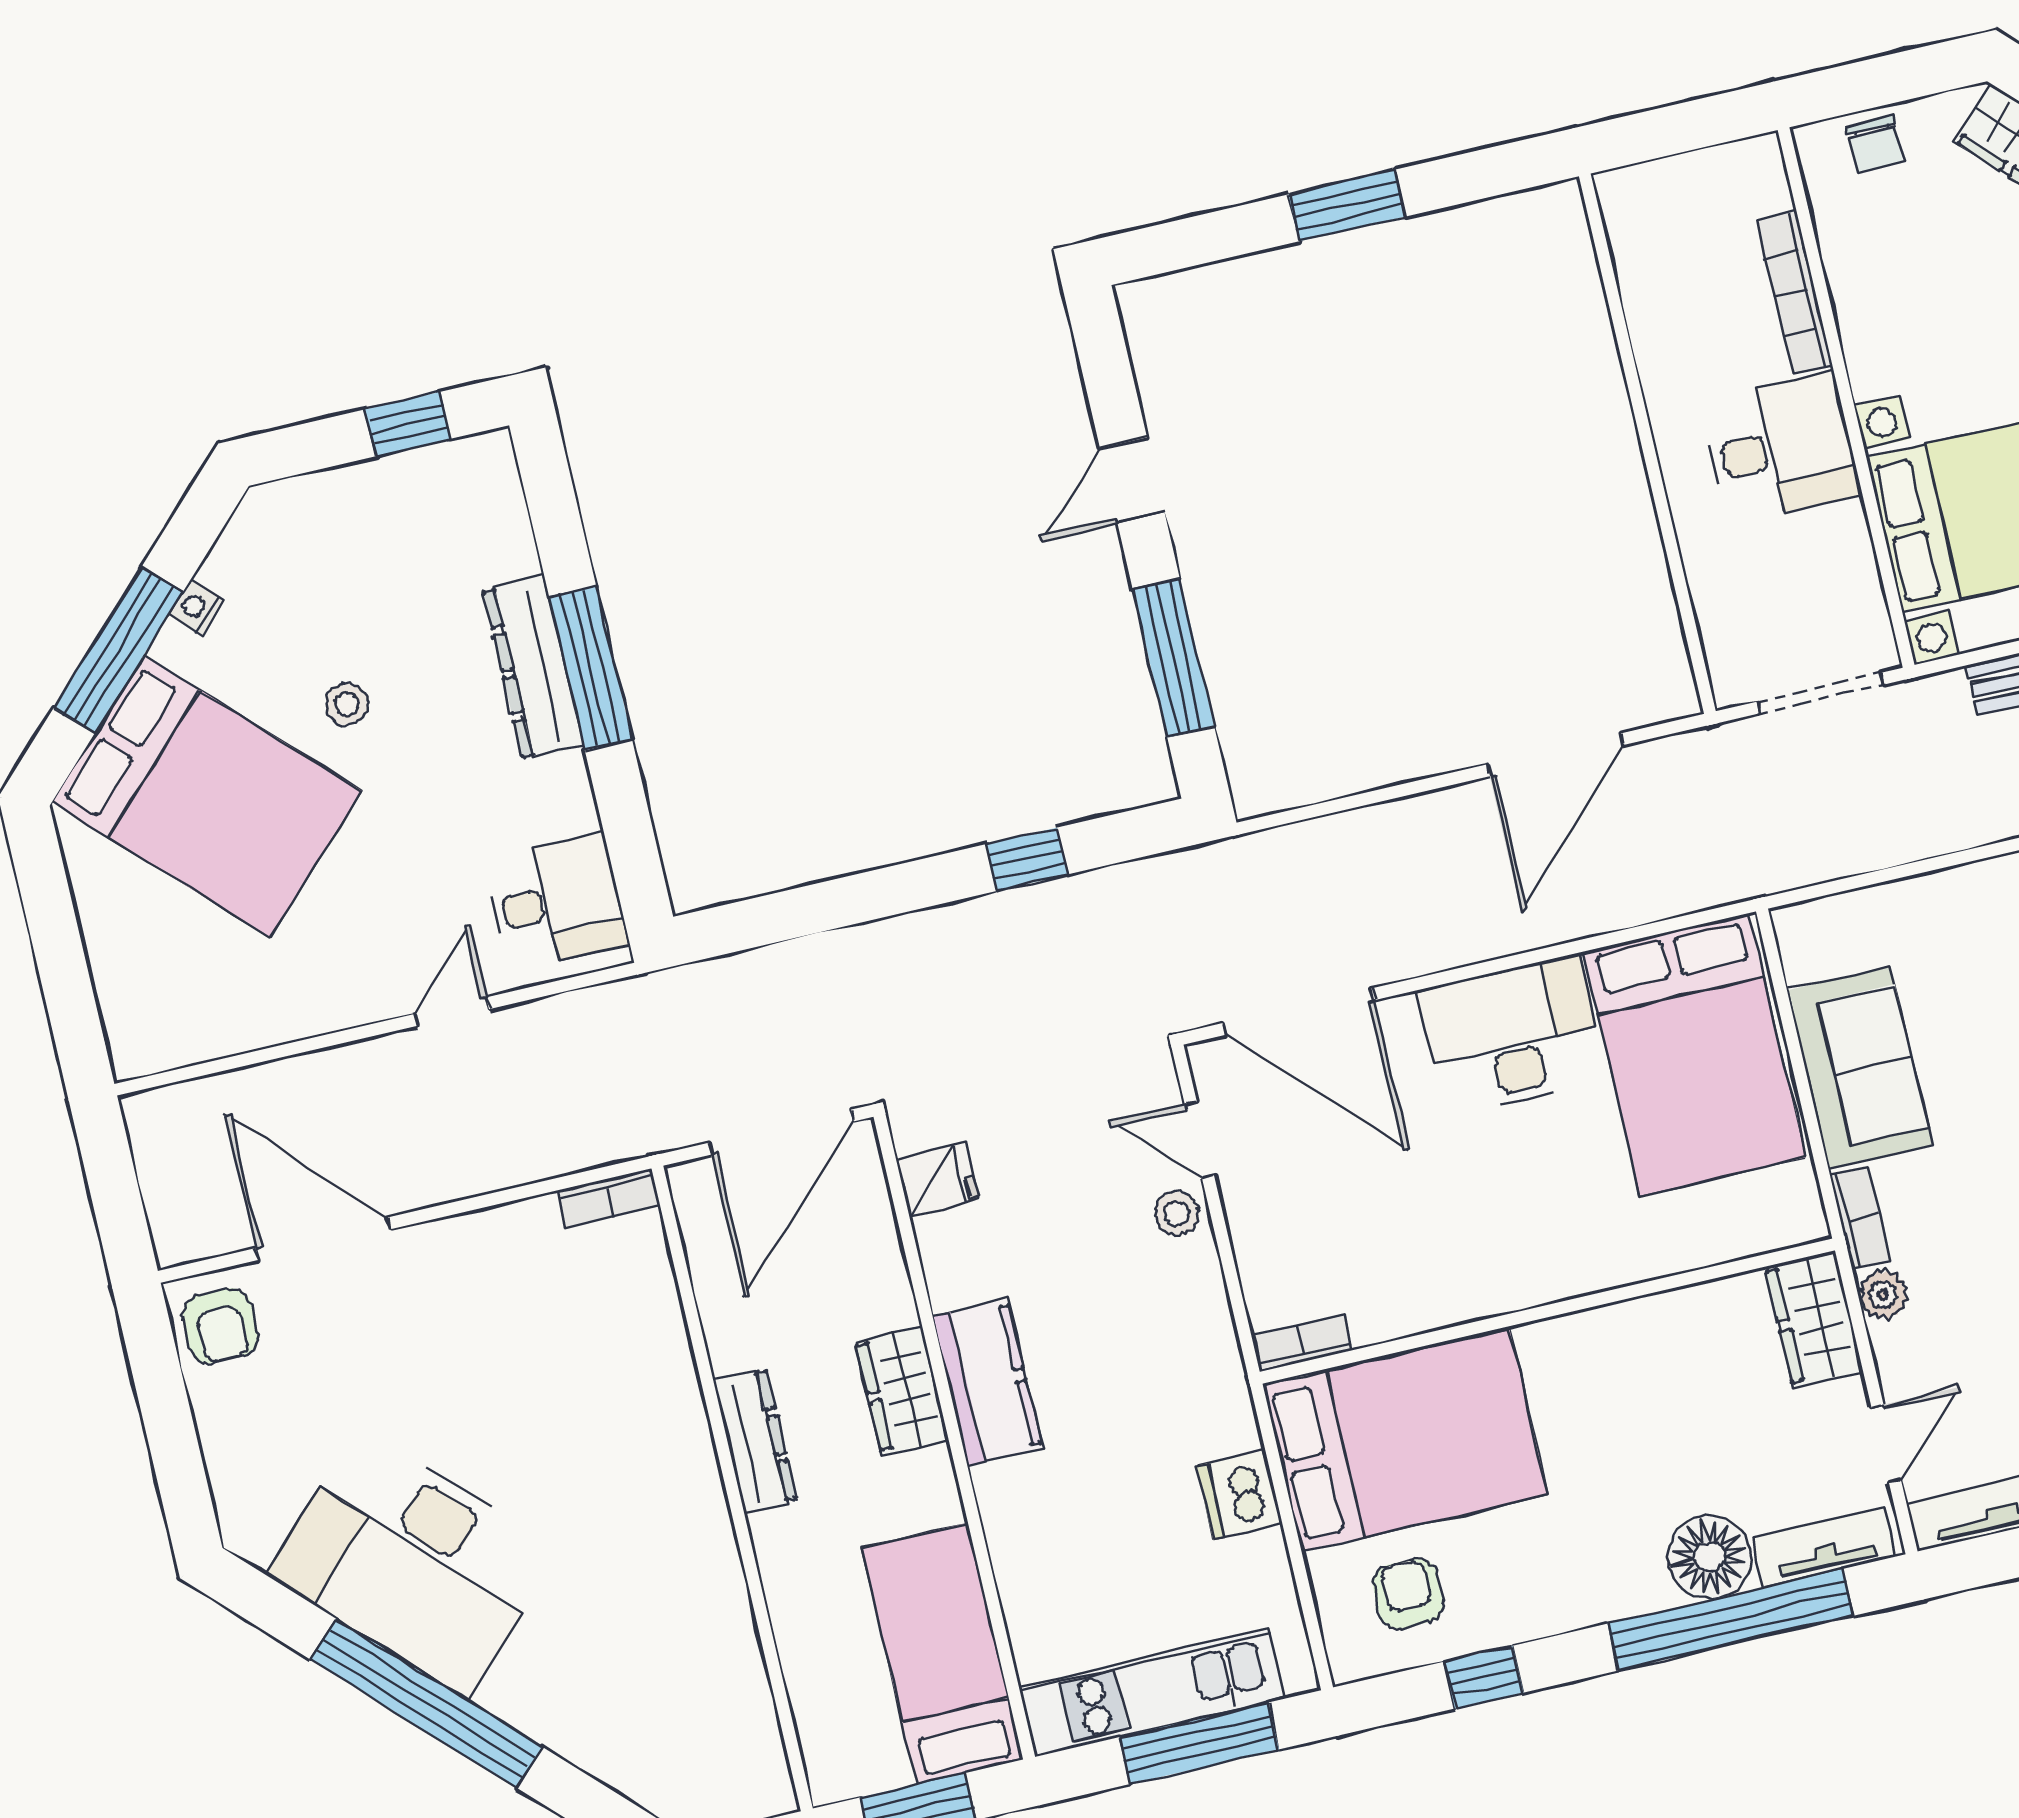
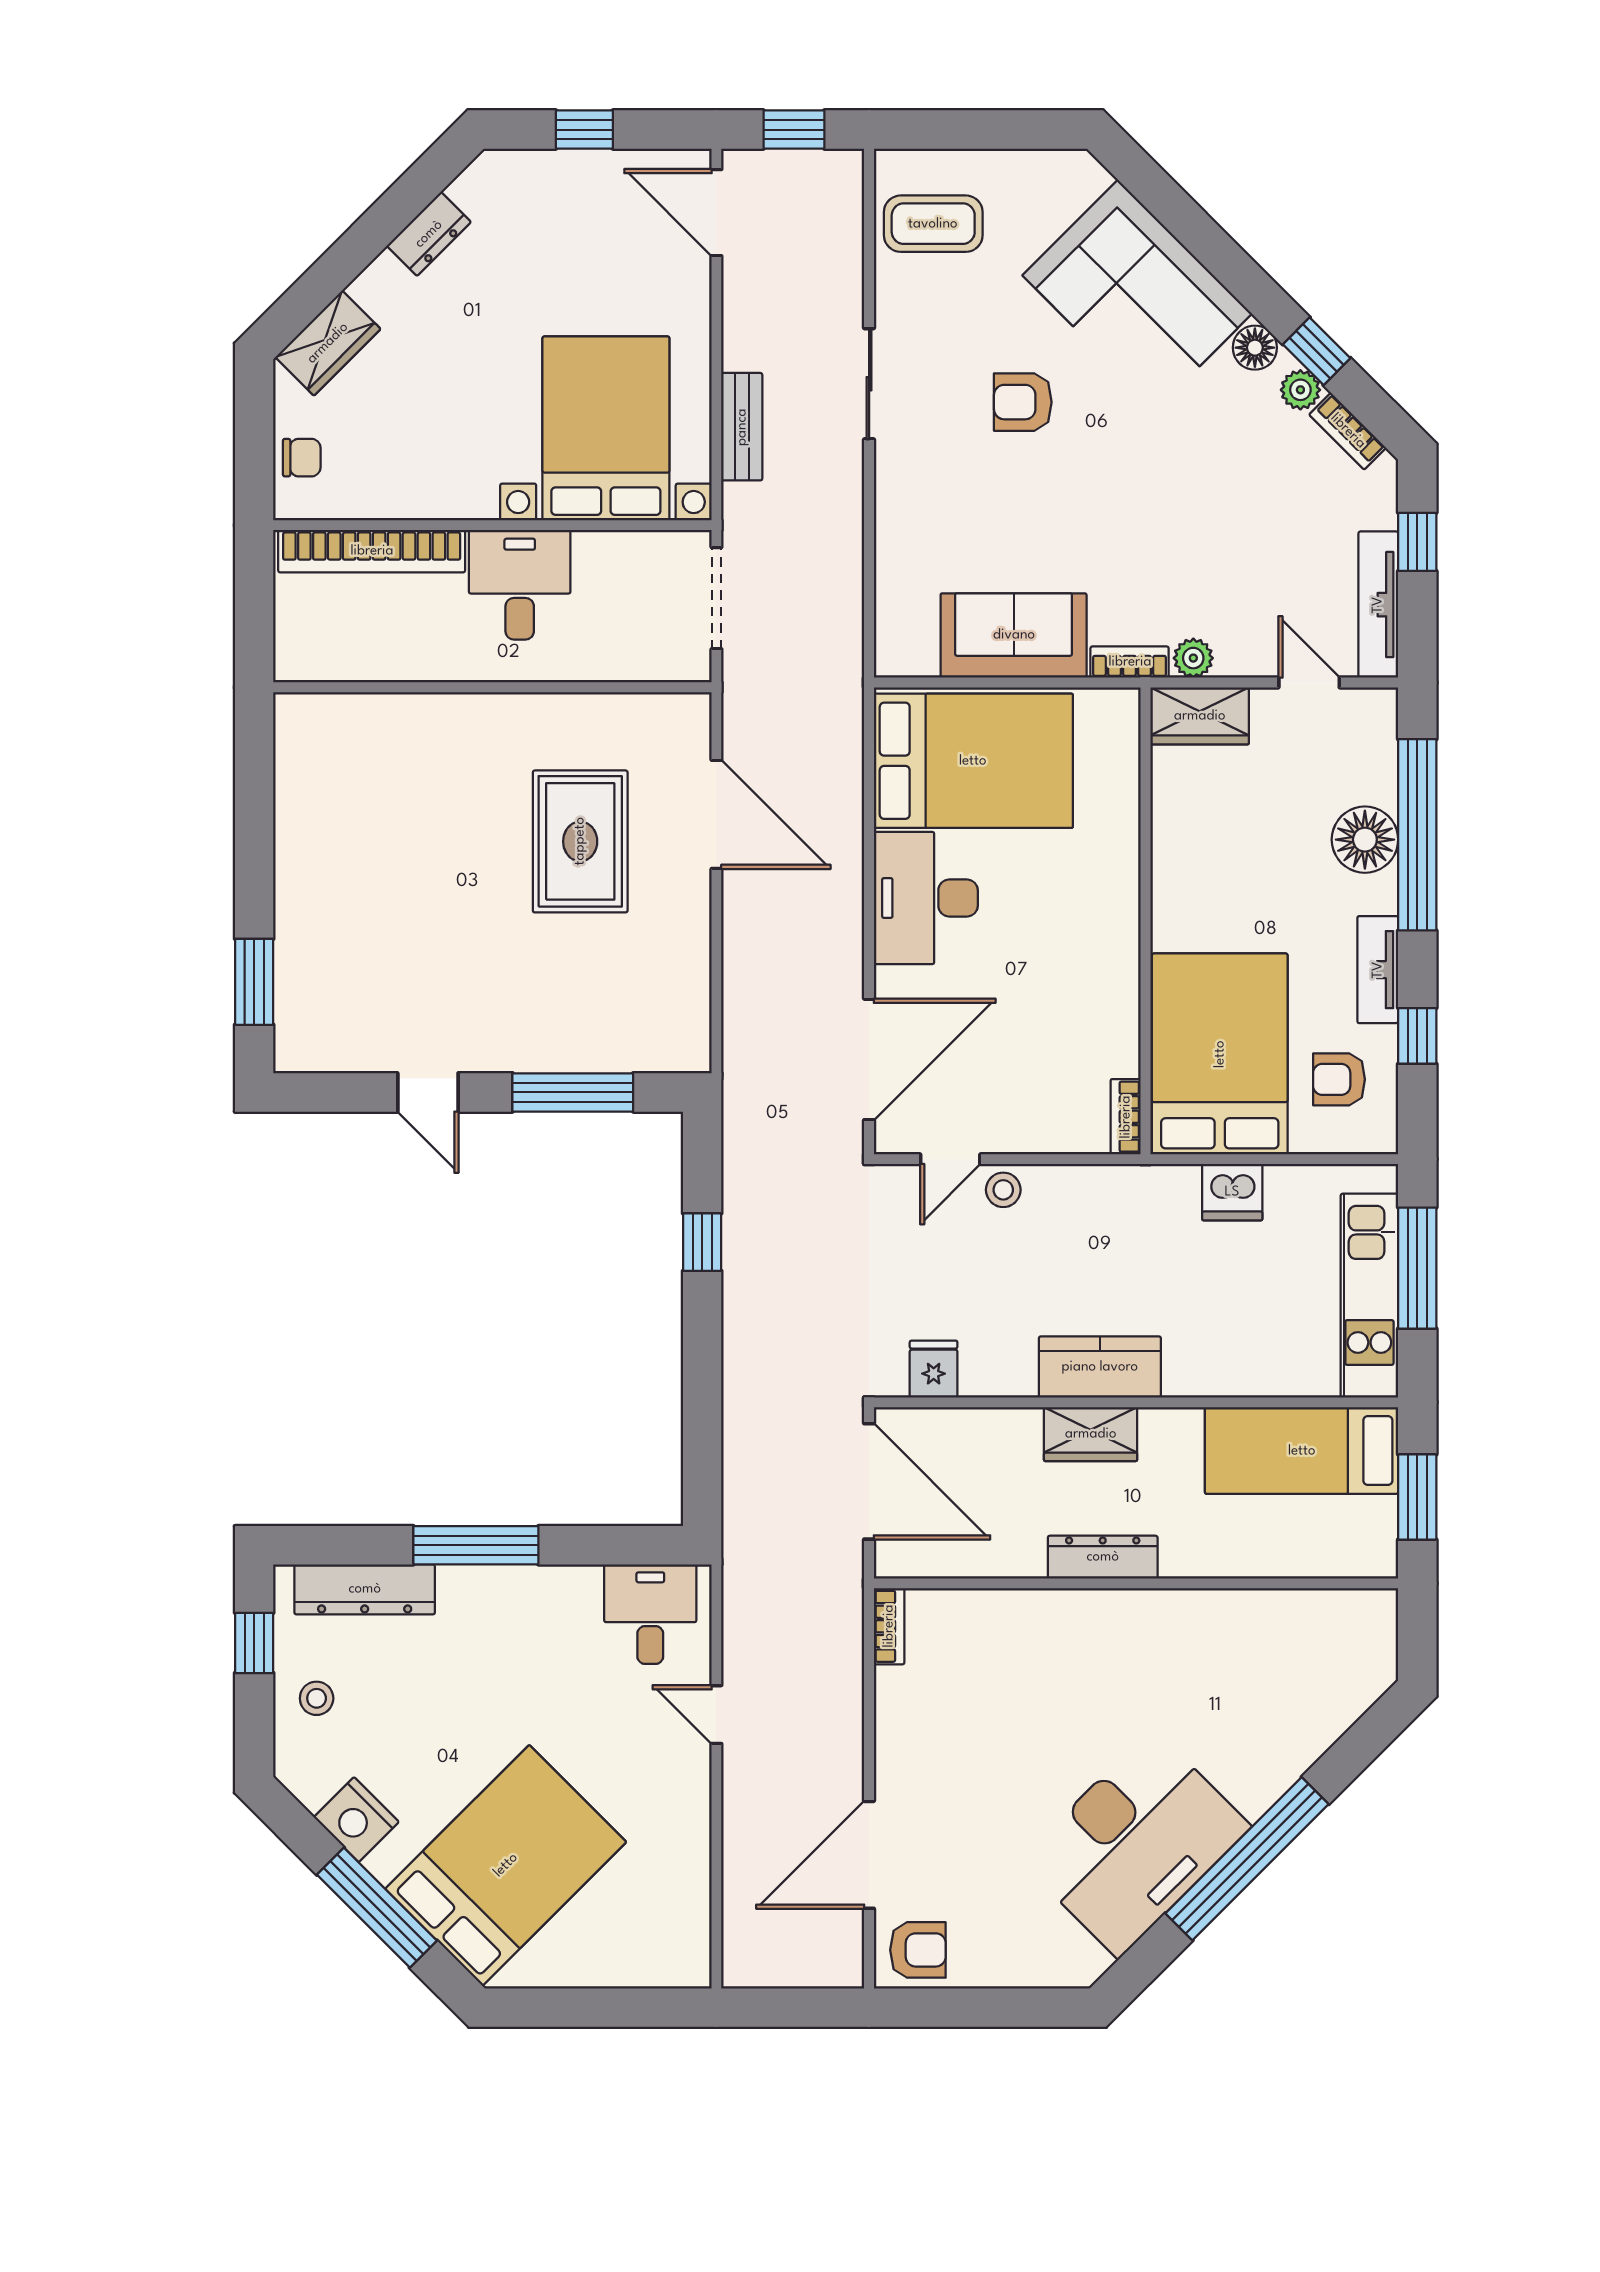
window: (1347, 206) -> (254, 982), moved
bookcase: (1795, 293) -> (372, 551), width x1.48, depth x1.31
rug: (1483, 595) -> (580, 841), added
nightstand: (197, 608) -> (356, 1820), width x1.89, depth x1.79
dresser: (533, 668) -> (365, 1589), moved
stool: (347, 704) -> (317, 1698), moved
tv unit: (1824, 1547) -> (1378, 970), moved

